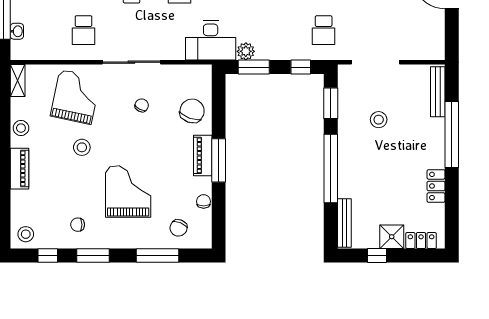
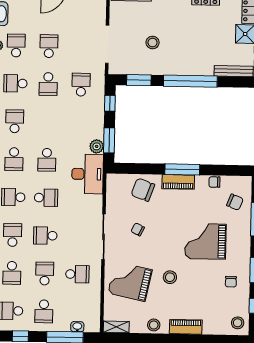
school desk: (324, 30) -> (81, 85), turned -90

